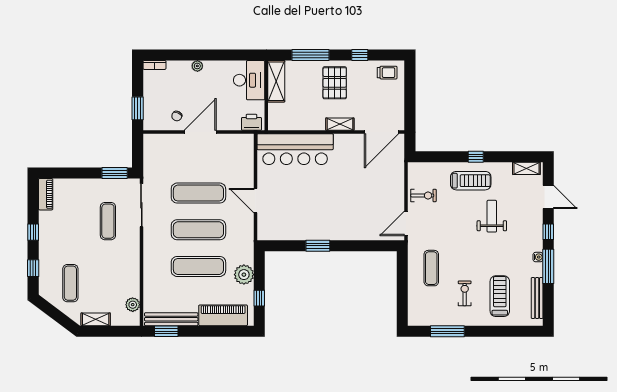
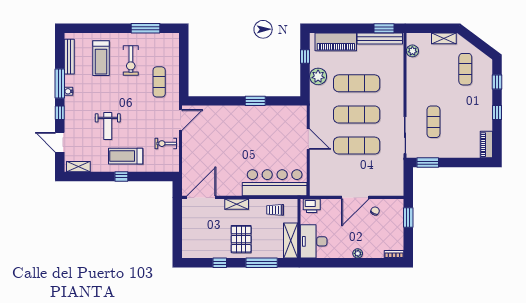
trolley: (387, 73) -> (275, 210), moved
exercise bike: (465, 293) -> (131, 61), width x1.38, depth x1.39

